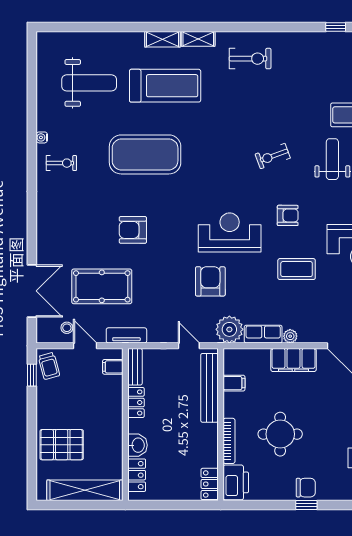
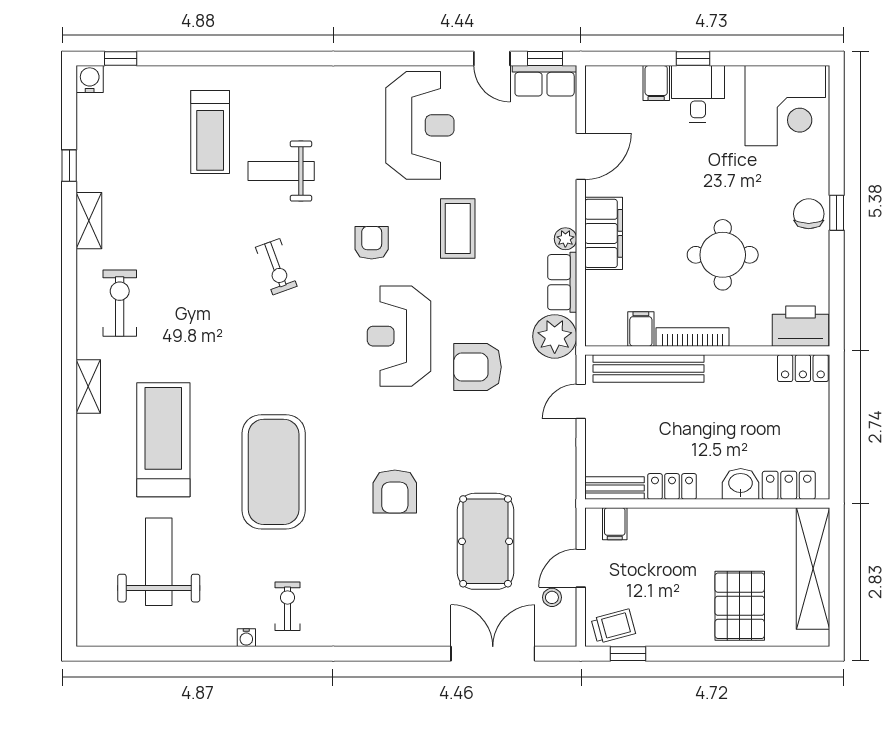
shelving: (162, 39) -> (89, 221), moved
tv unit: (126, 335) -> (564, 502), removed
bookcase: (229, 441) -> (693, 337), moved

